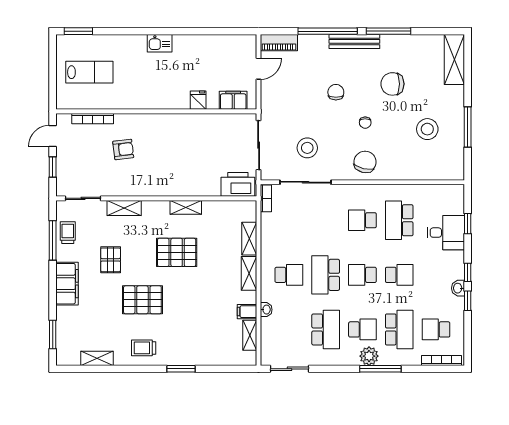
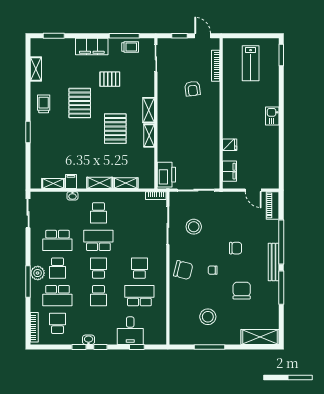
shelving: (124, 208) -> (149, 110), moved

